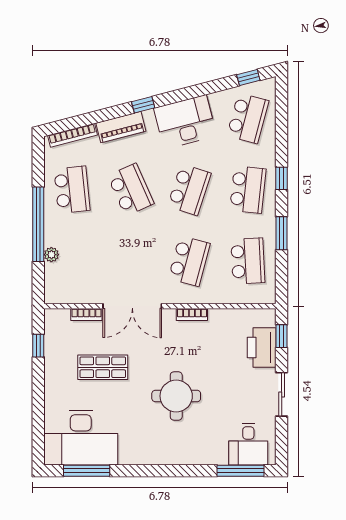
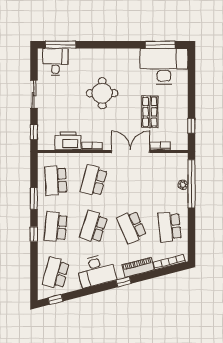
window: (38, 224) -> (191, 184), moved
printer: (262, 348) -> (68, 141), moved, turned -90
shop shelf: (103, 367) -> (150, 112), turned 90

